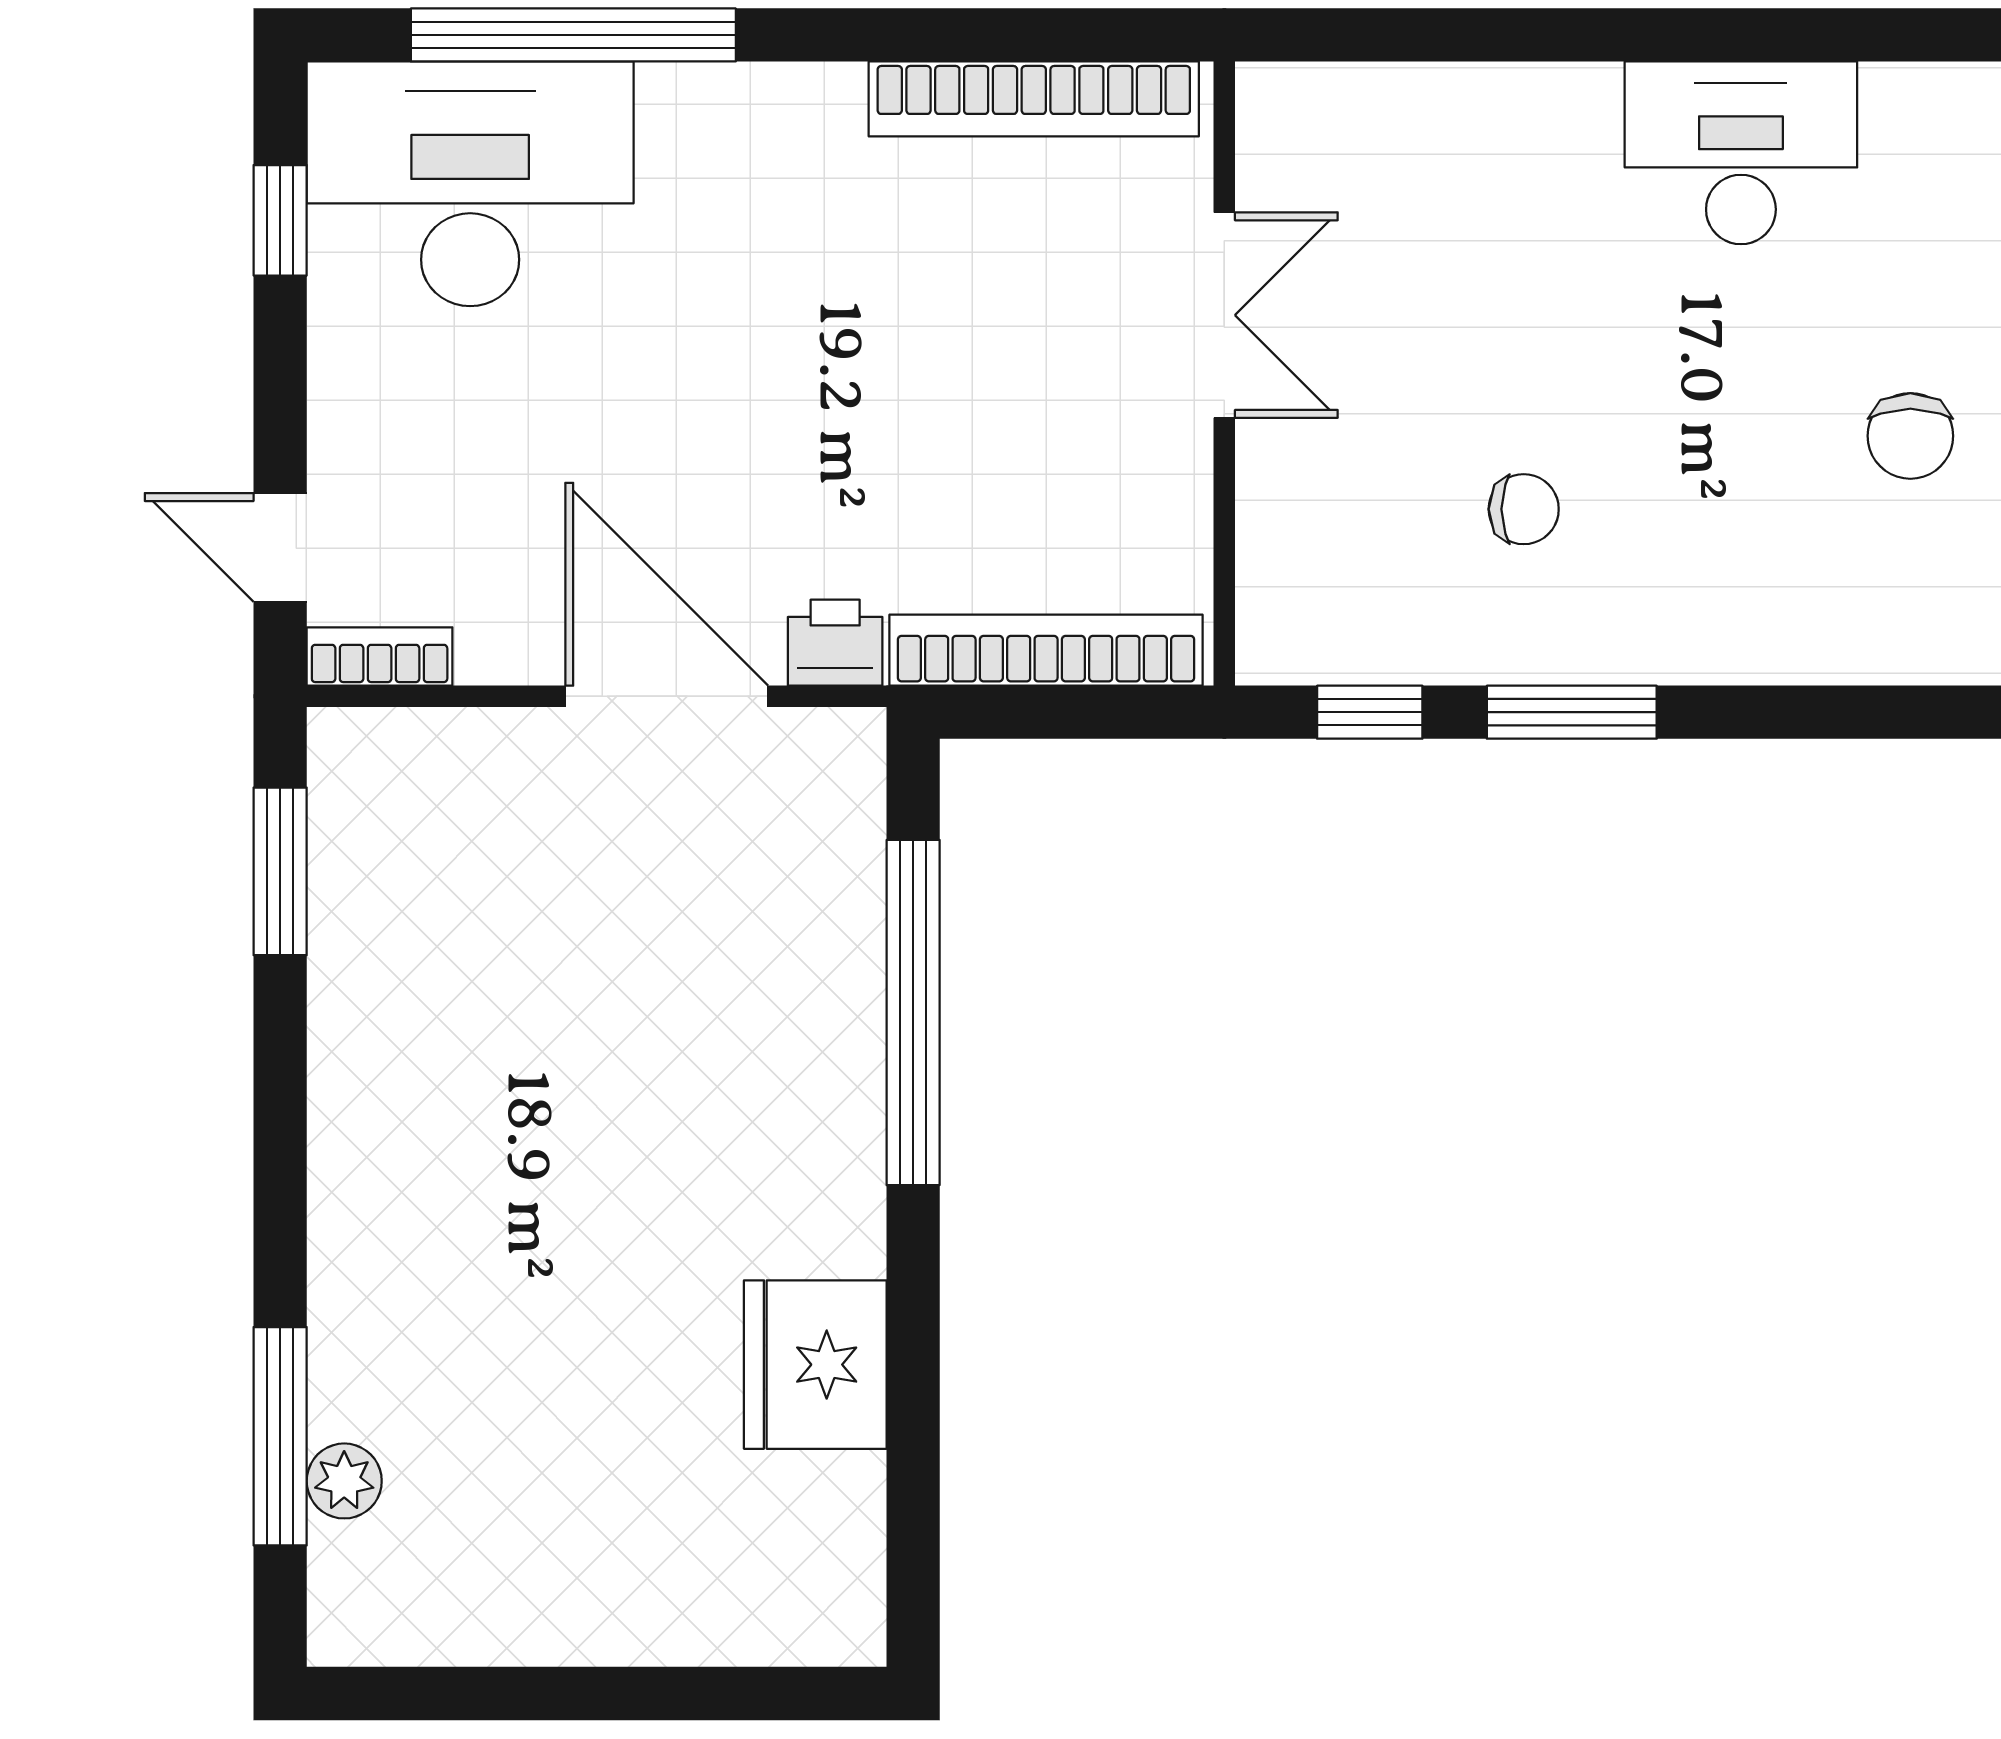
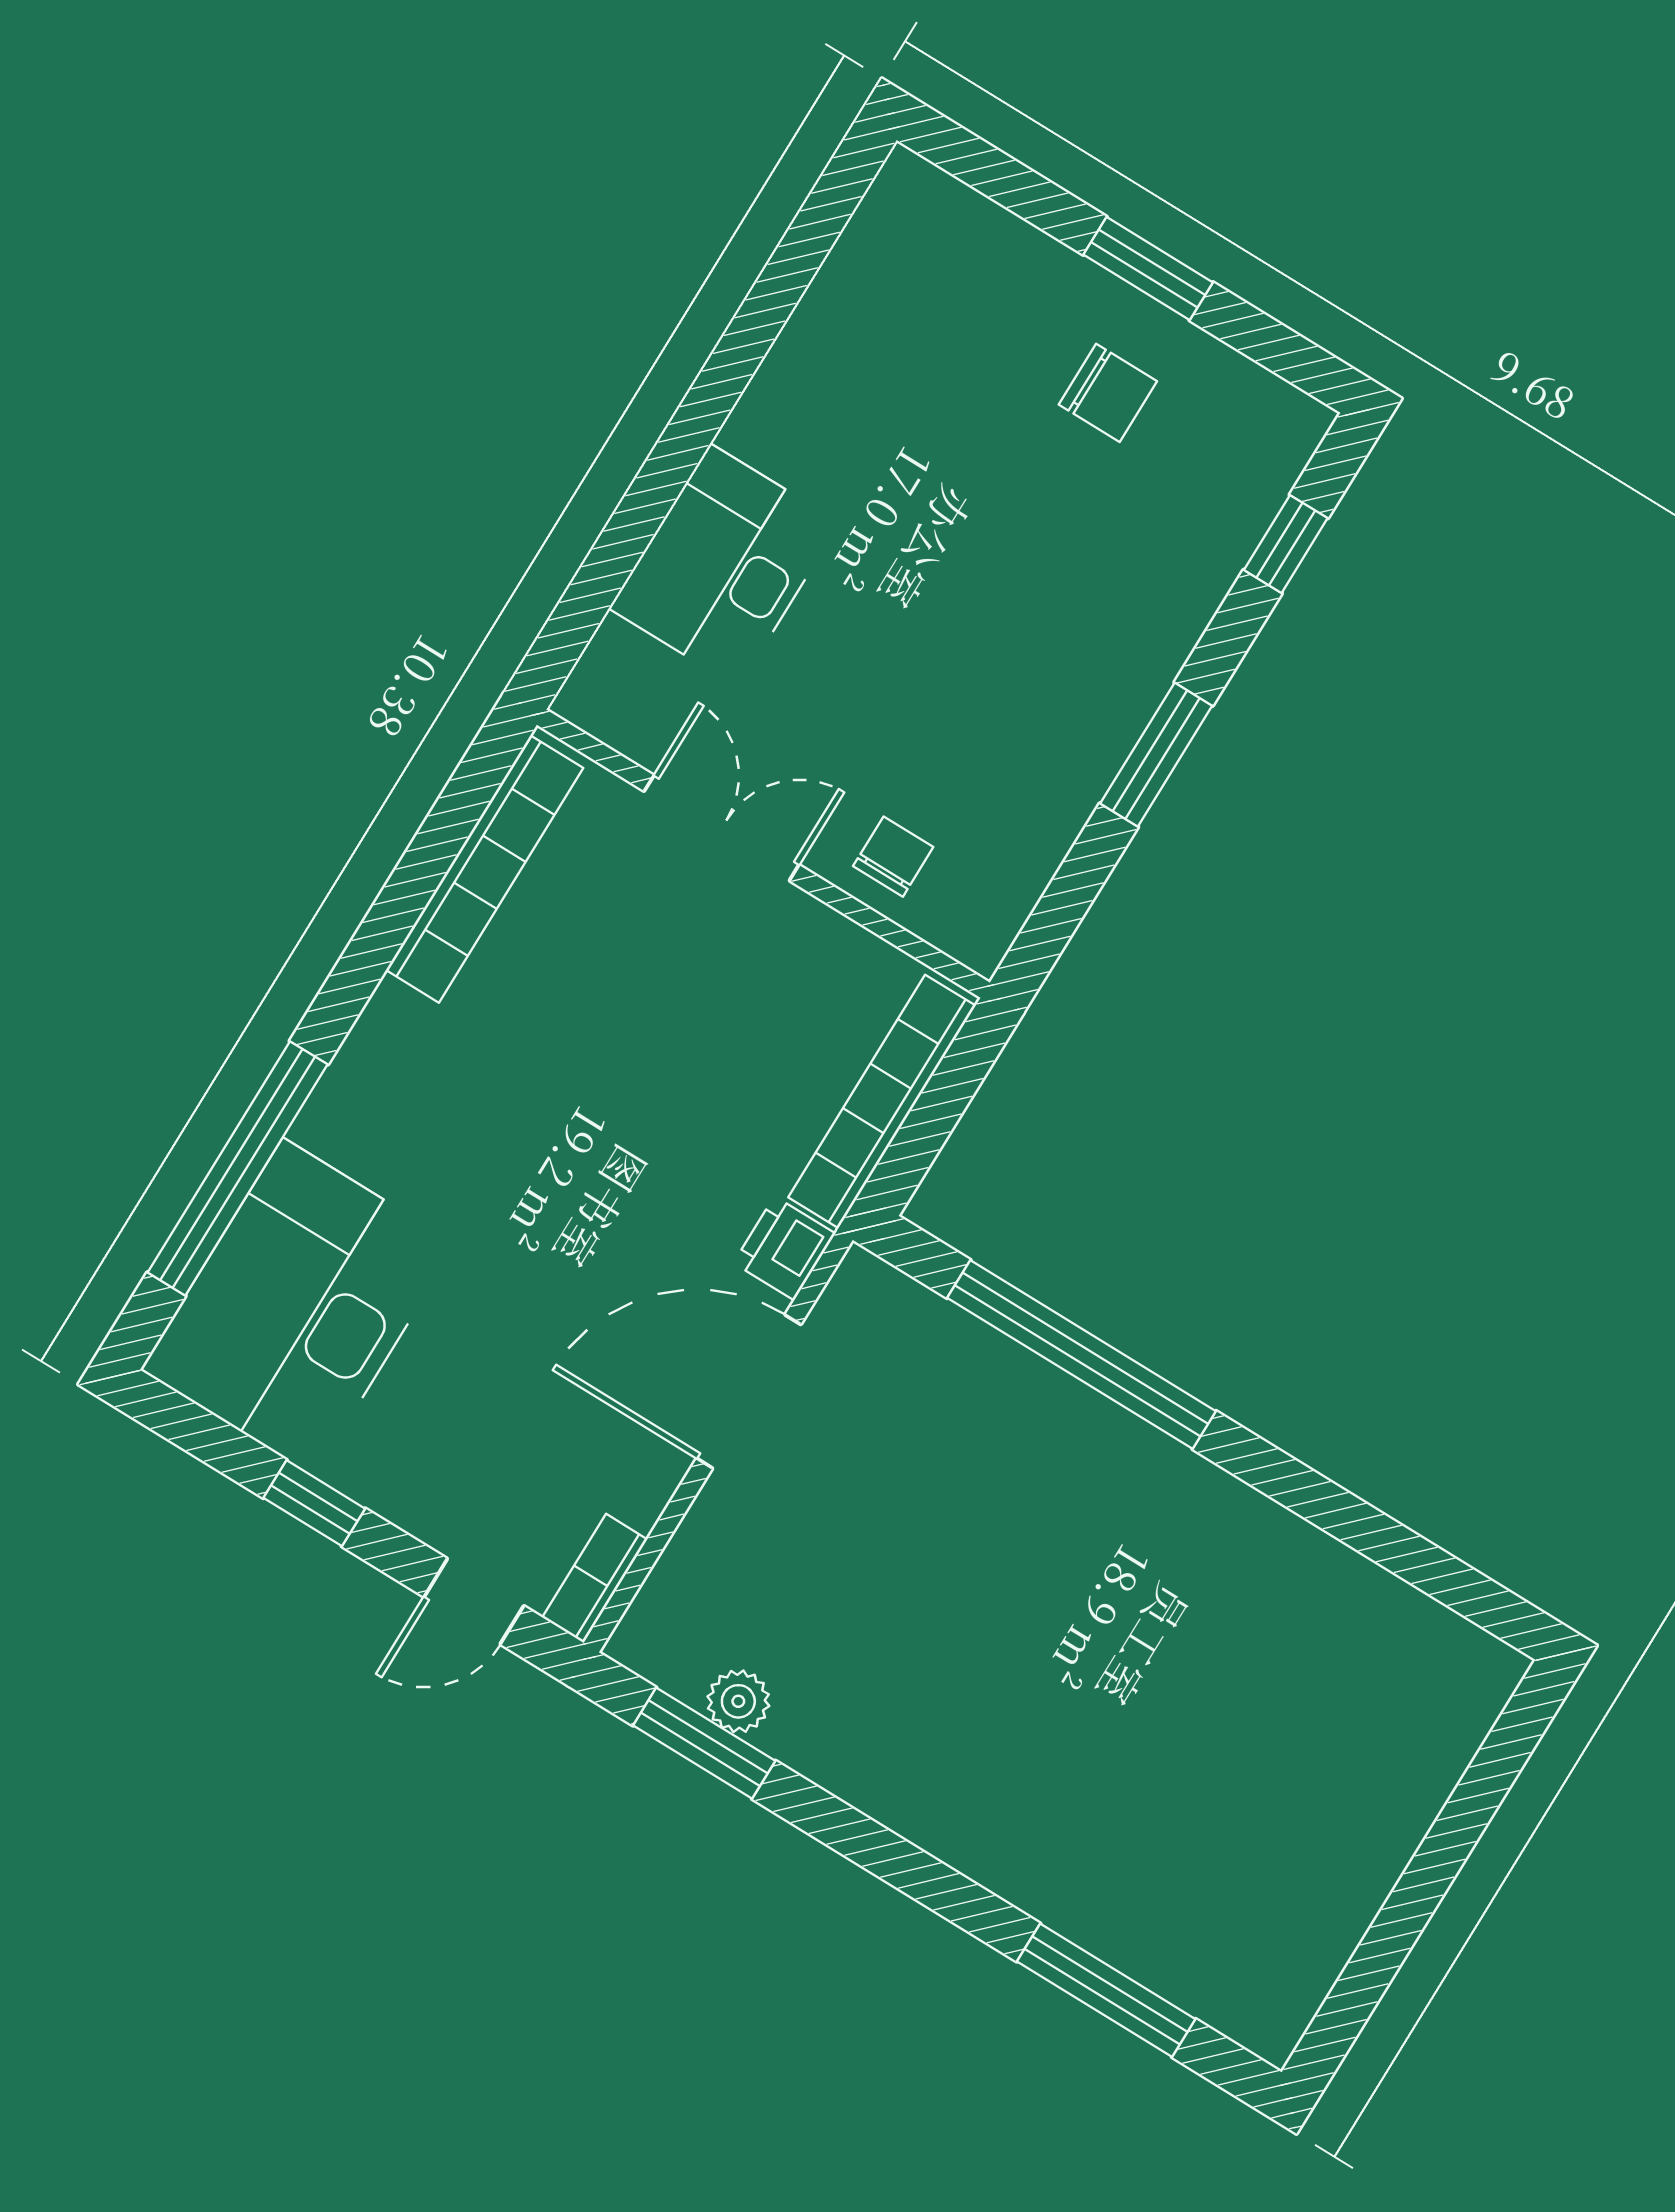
desk: (1741, 153) -> (724, 566), moved
window: (280, 220) -> (314, 1503), moved
chair: (1524, 509) -> (893, 857), moved
window: (1370, 712) -> (1286, 544), moved
fridge: (815, 1365) -> (1289, 1578), removed
plant: (344, 1481) -> (738, 1701), moved

